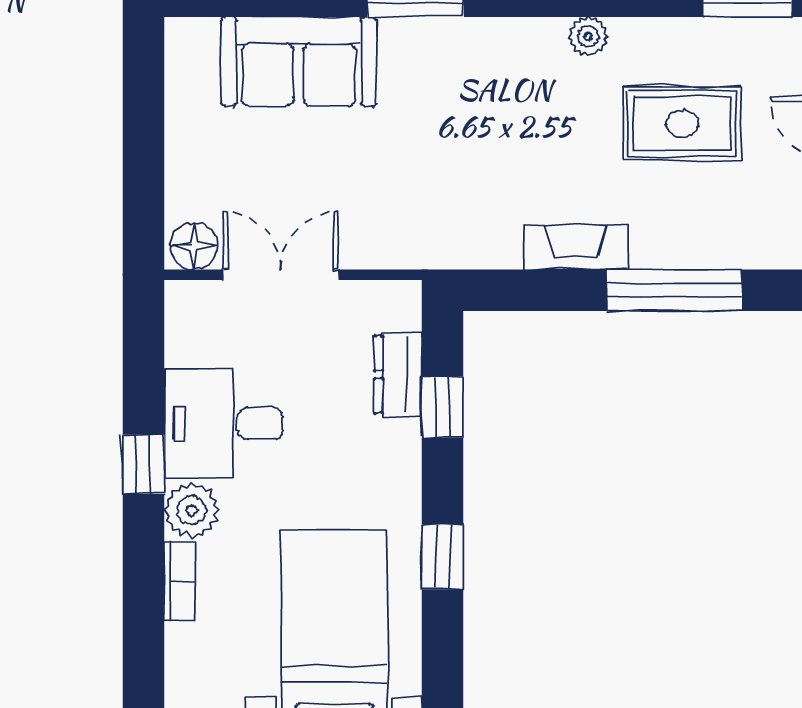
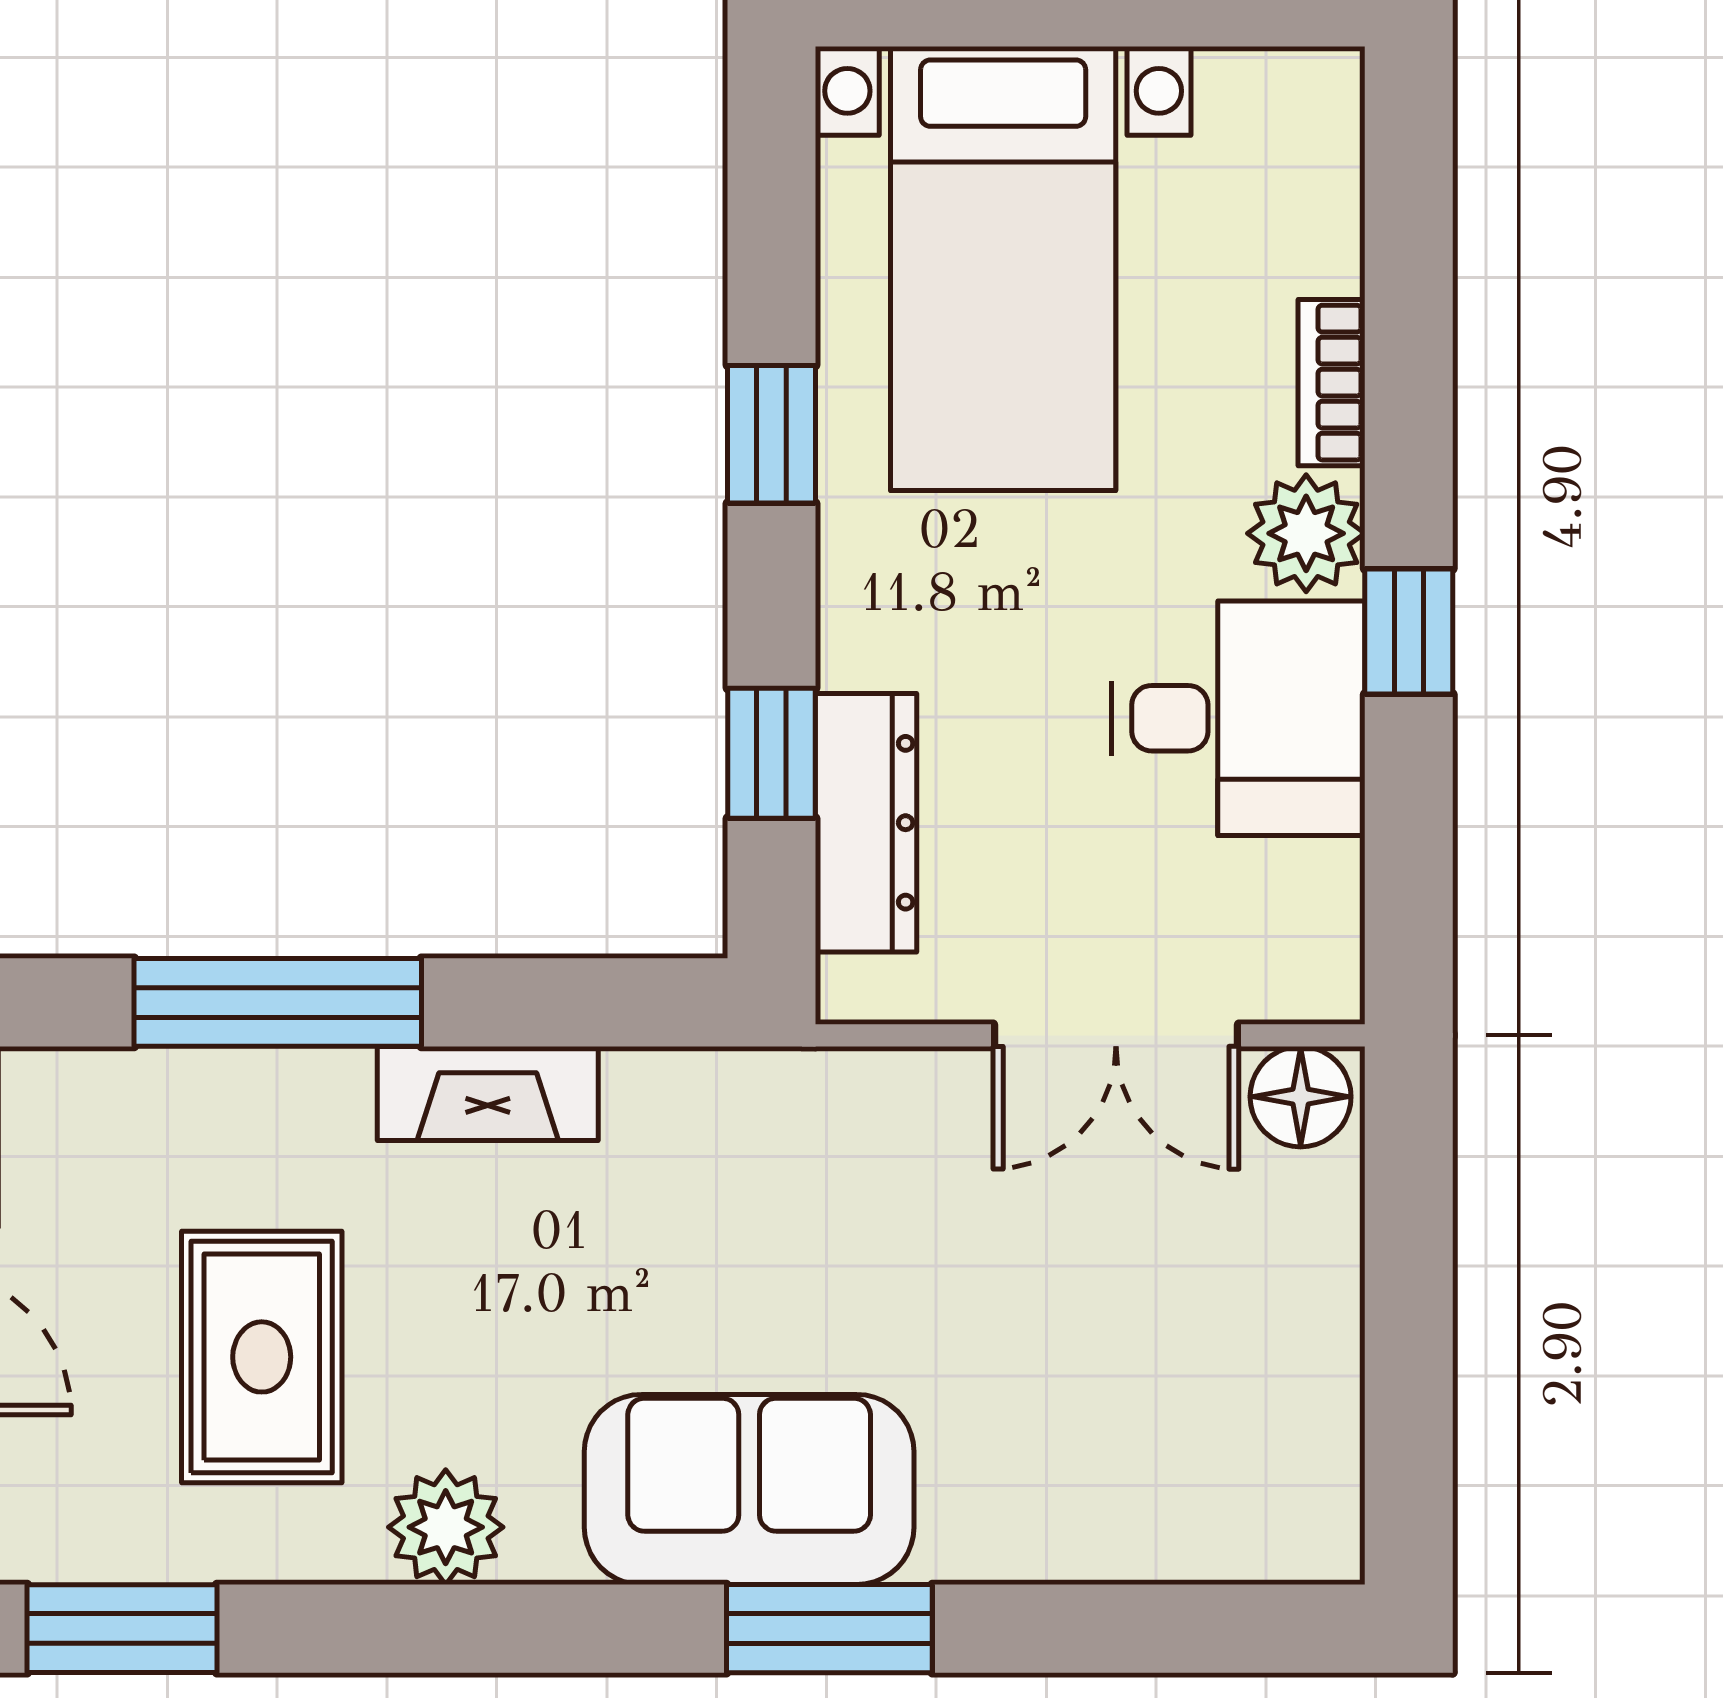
plant: (588, 36) -> (446, 1527), width x1.38, depth x1.38
sofa: (299, 61) -> (749, 1489), moved
rug: (682, 124) -> (262, 1357), turned 90
dresser: (398, 374) -> (866, 823), width x1.44

